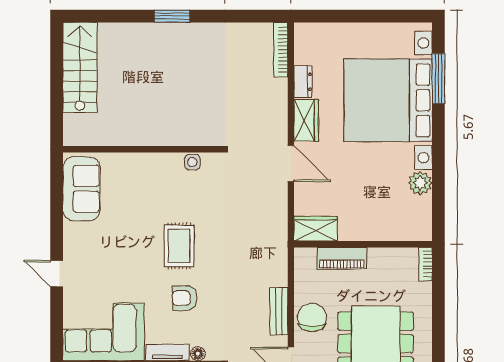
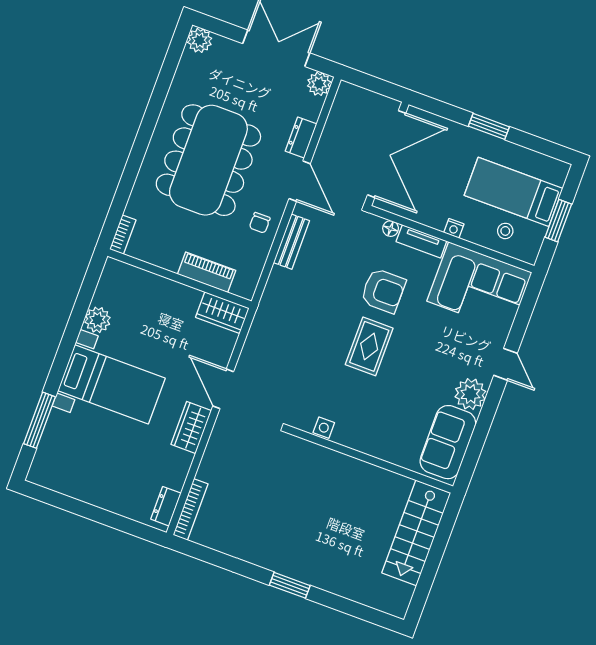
stairs: (80, 68) -> (416, 533), moved
dresser: (303, 82) -> (166, 506), moved
bed with nightstands: (388, 100) -> (111, 384), width x0.54
plant: (77, 237) -> (470, 394), added
armchair: (185, 298) -> (383, 291), width x1.38, depth x1.38
chair: (312, 317) -> (260, 223), width x0.54, depth x0.54

